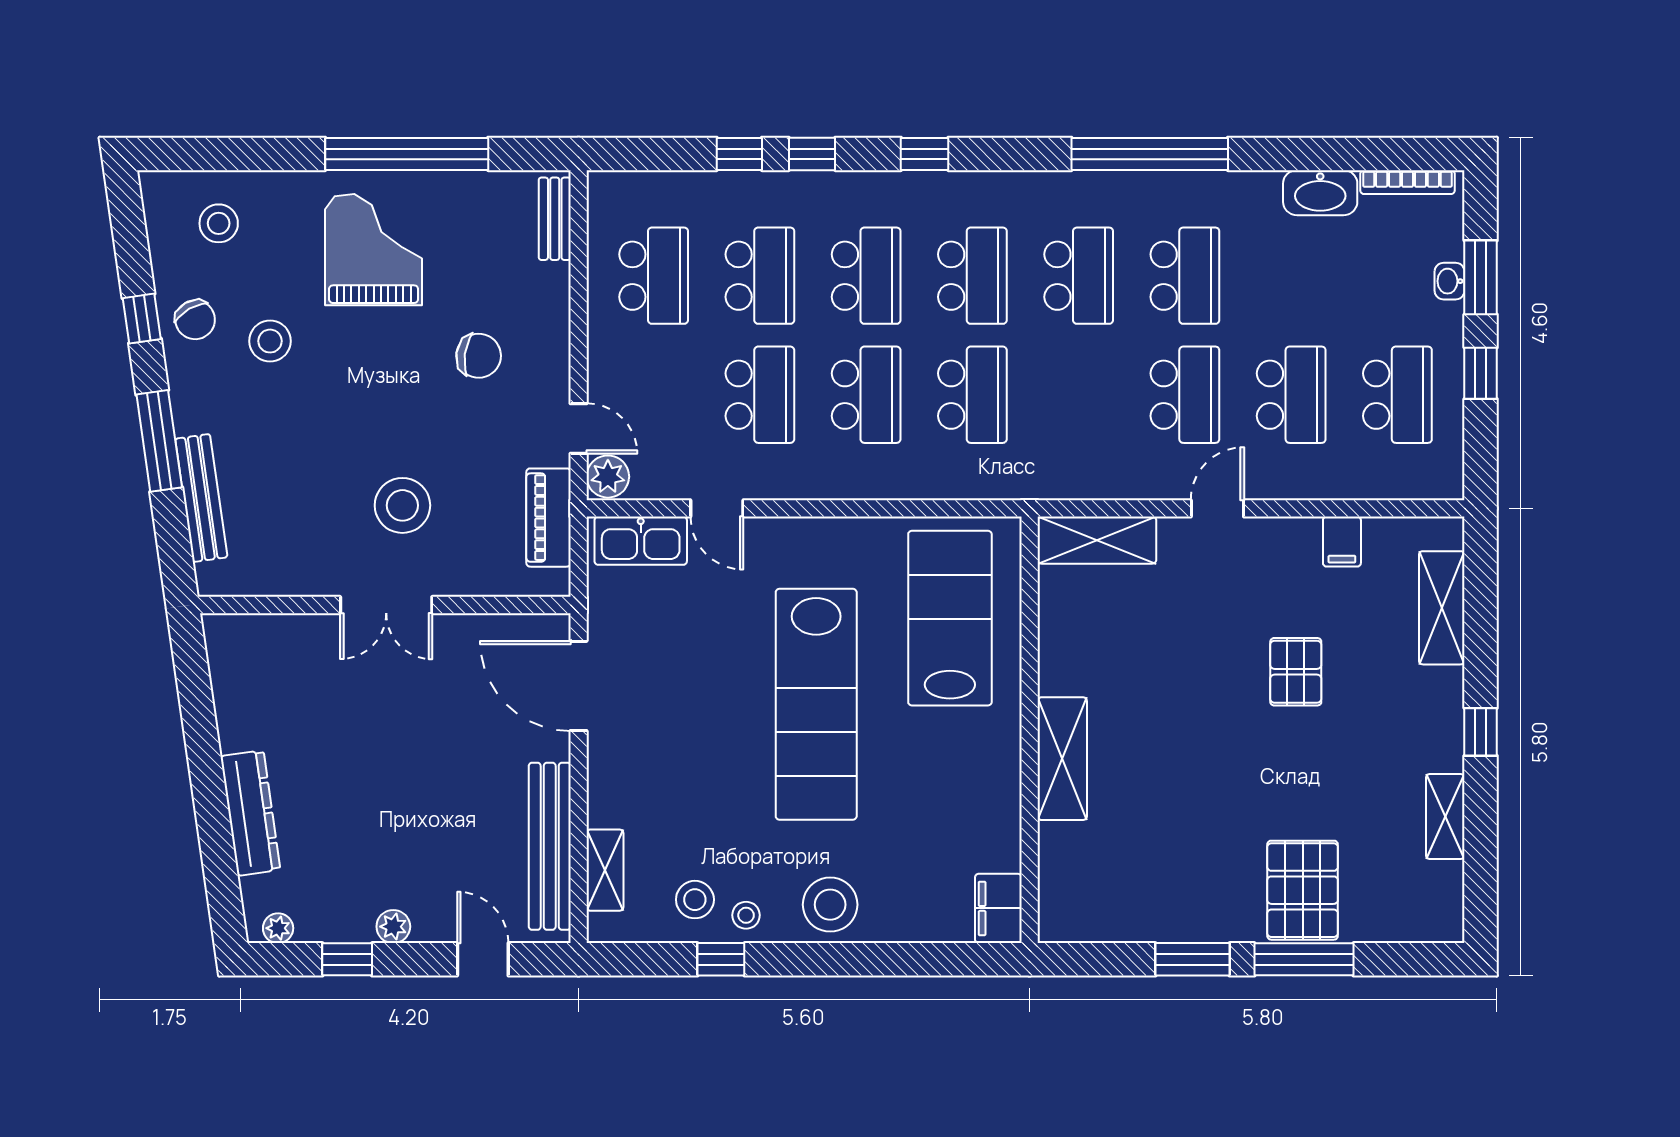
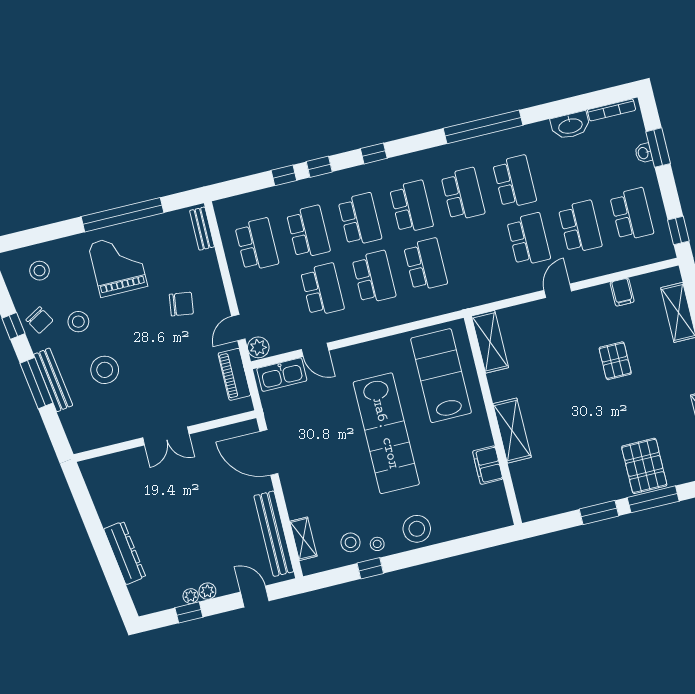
window: (1481, 373) -> (678, 231), moved
door: (579, 429) -> (238, 328), swing flipped
bench: (201, 498) -> (53, 380), moved
stool: (402, 505) -> (105, 370), moved
shelving: (1097, 540) -> (490, 342), moved, turned 90
filing cabinet: (998, 908) -> (488, 465), moved
plant: (278, 928) -> (191, 596), moved

